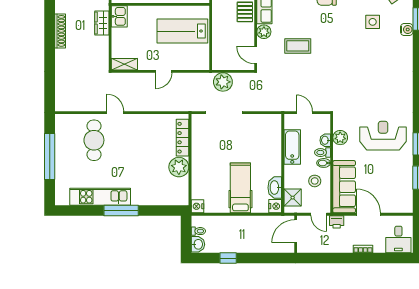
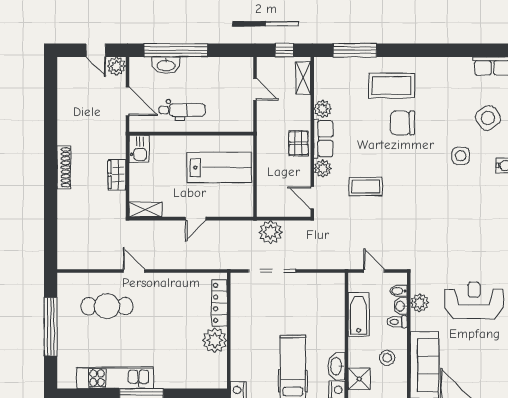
wardrobe: (102, 23) -> (117, 175), moved
lab bench: (182, 31) -> (219, 167), turned 180
cafe table: (94, 140) -> (107, 306), turned 90
bidet: (324, 163) -> (398, 291), moved

